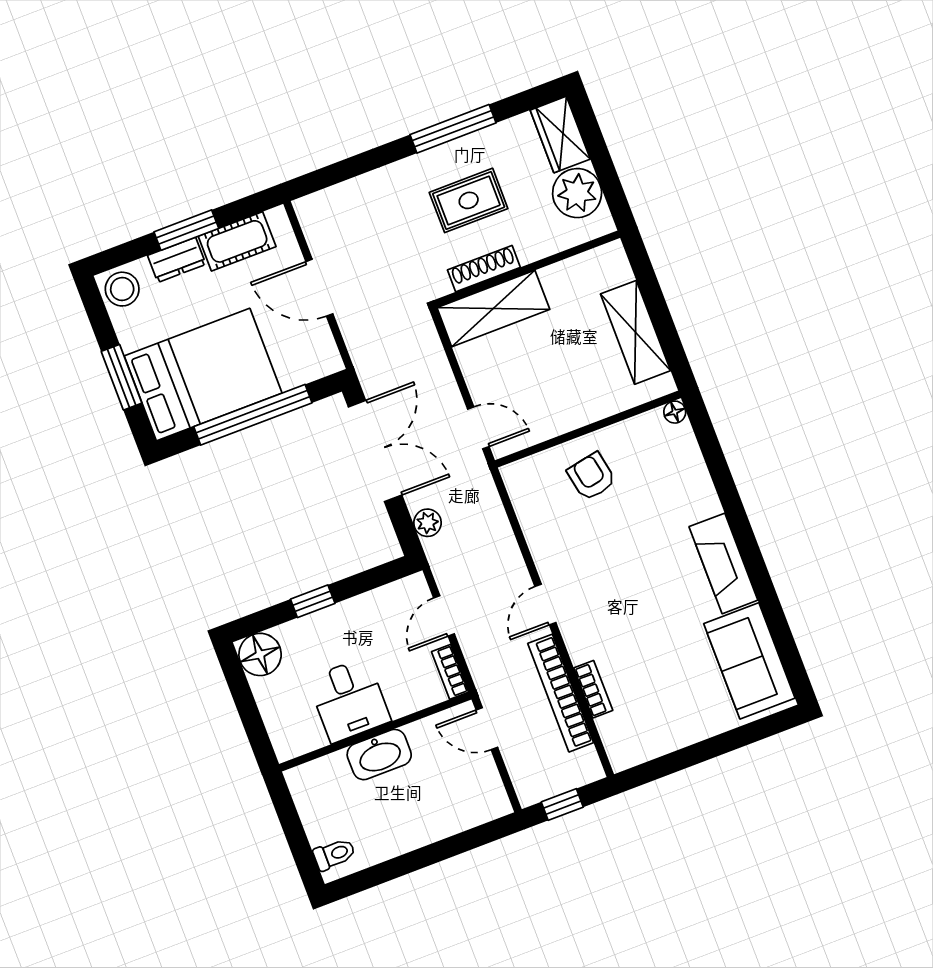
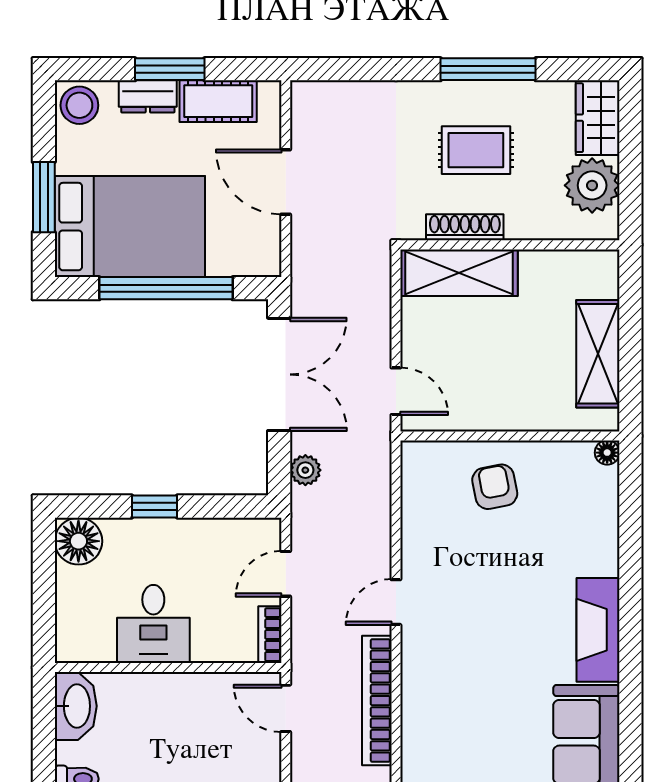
bookcase: (593, 689) -> (412, 709), removed
washbasin: (379, 755) -> (76, 706), moved, turned -90

